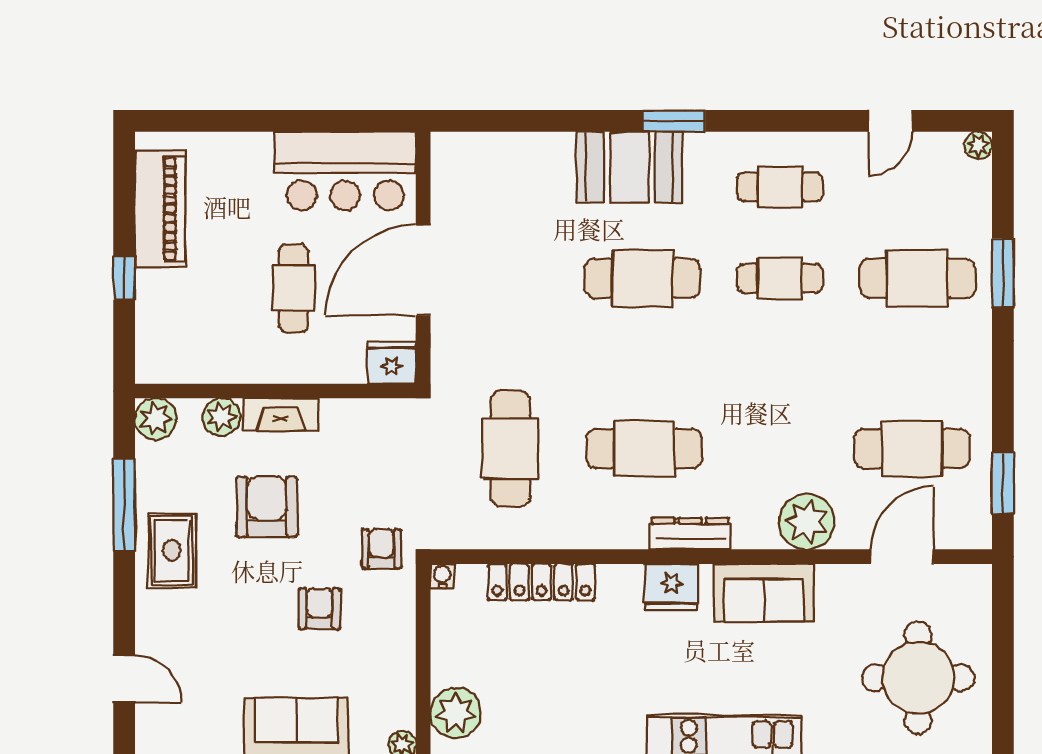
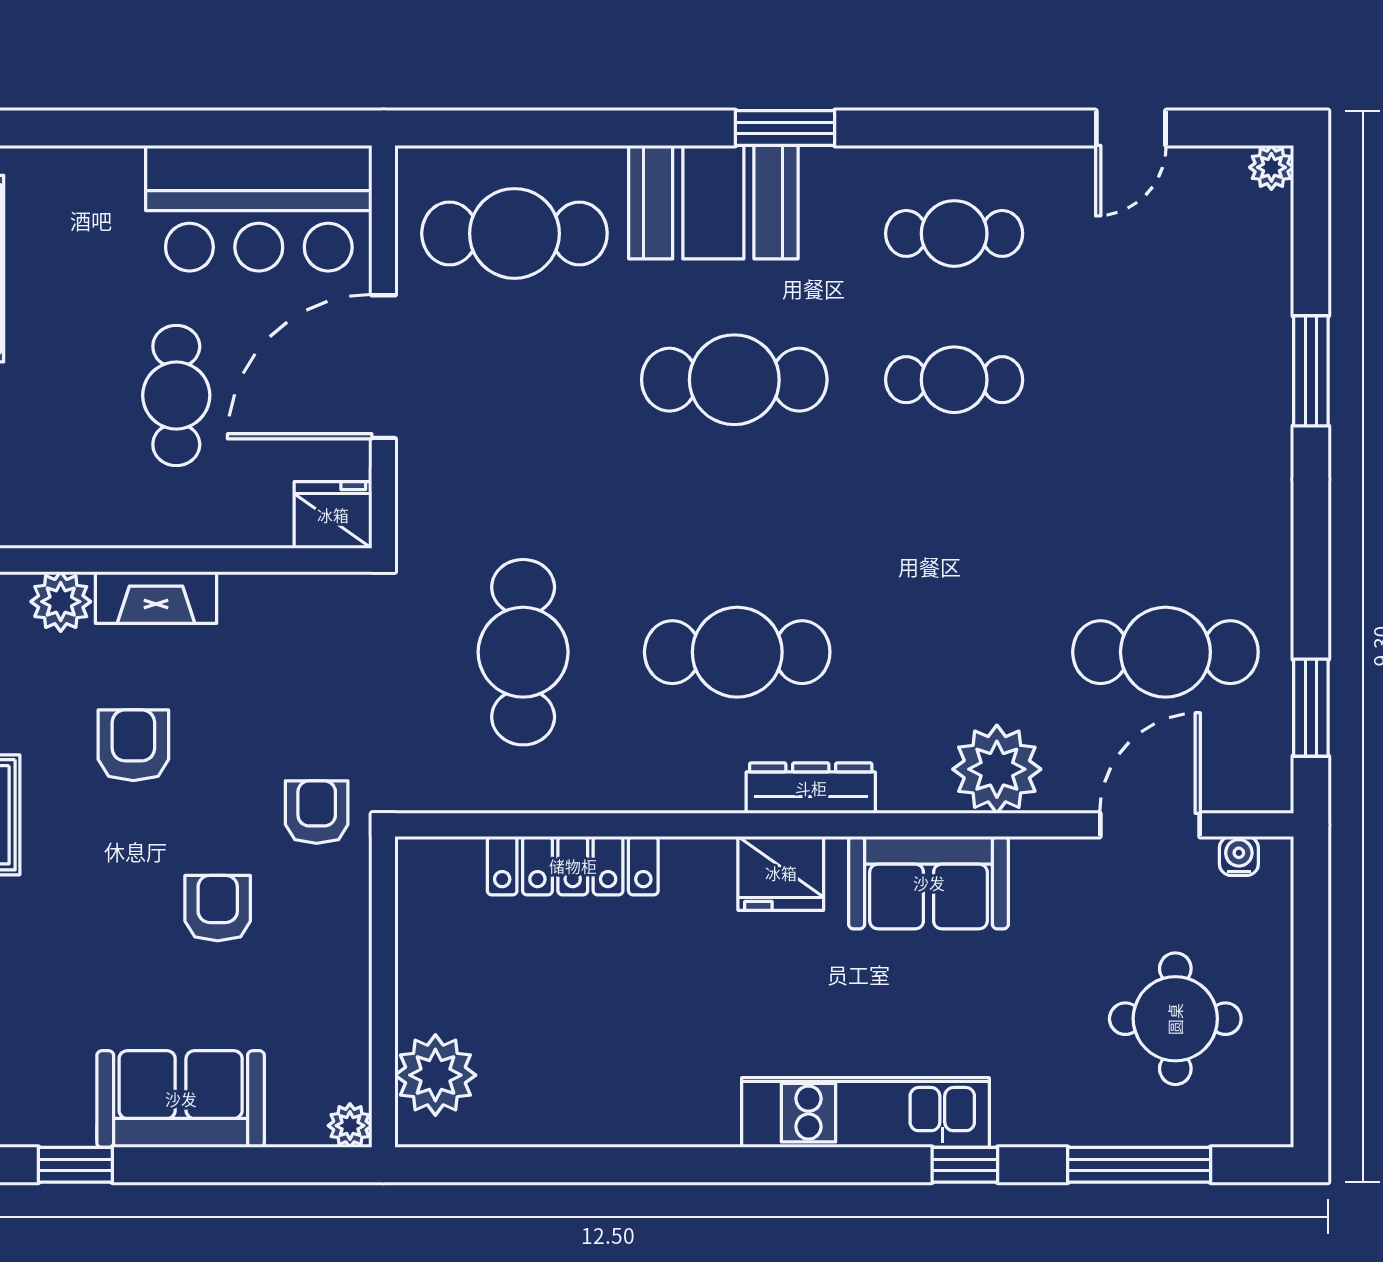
cafe table: (917, 278) -> (514, 233), moved
armchair: (267, 507) -> (133, 745), width x0.72, depth x0.72
water cooler: (442, 576) -> (1239, 856), moved
round table: (918, 678) -> (1175, 1019), width x0.73, depth x0.73

